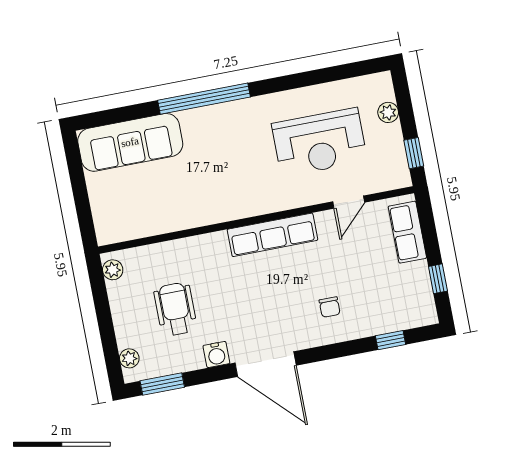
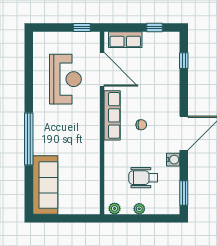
plant: (388, 112) -> (56, 37), removed
door: (349, 202) -> (102, 69), width x1.88
chair: (330, 307) -> (141, 125), moved
plant: (129, 358) -> (139, 209), moved

